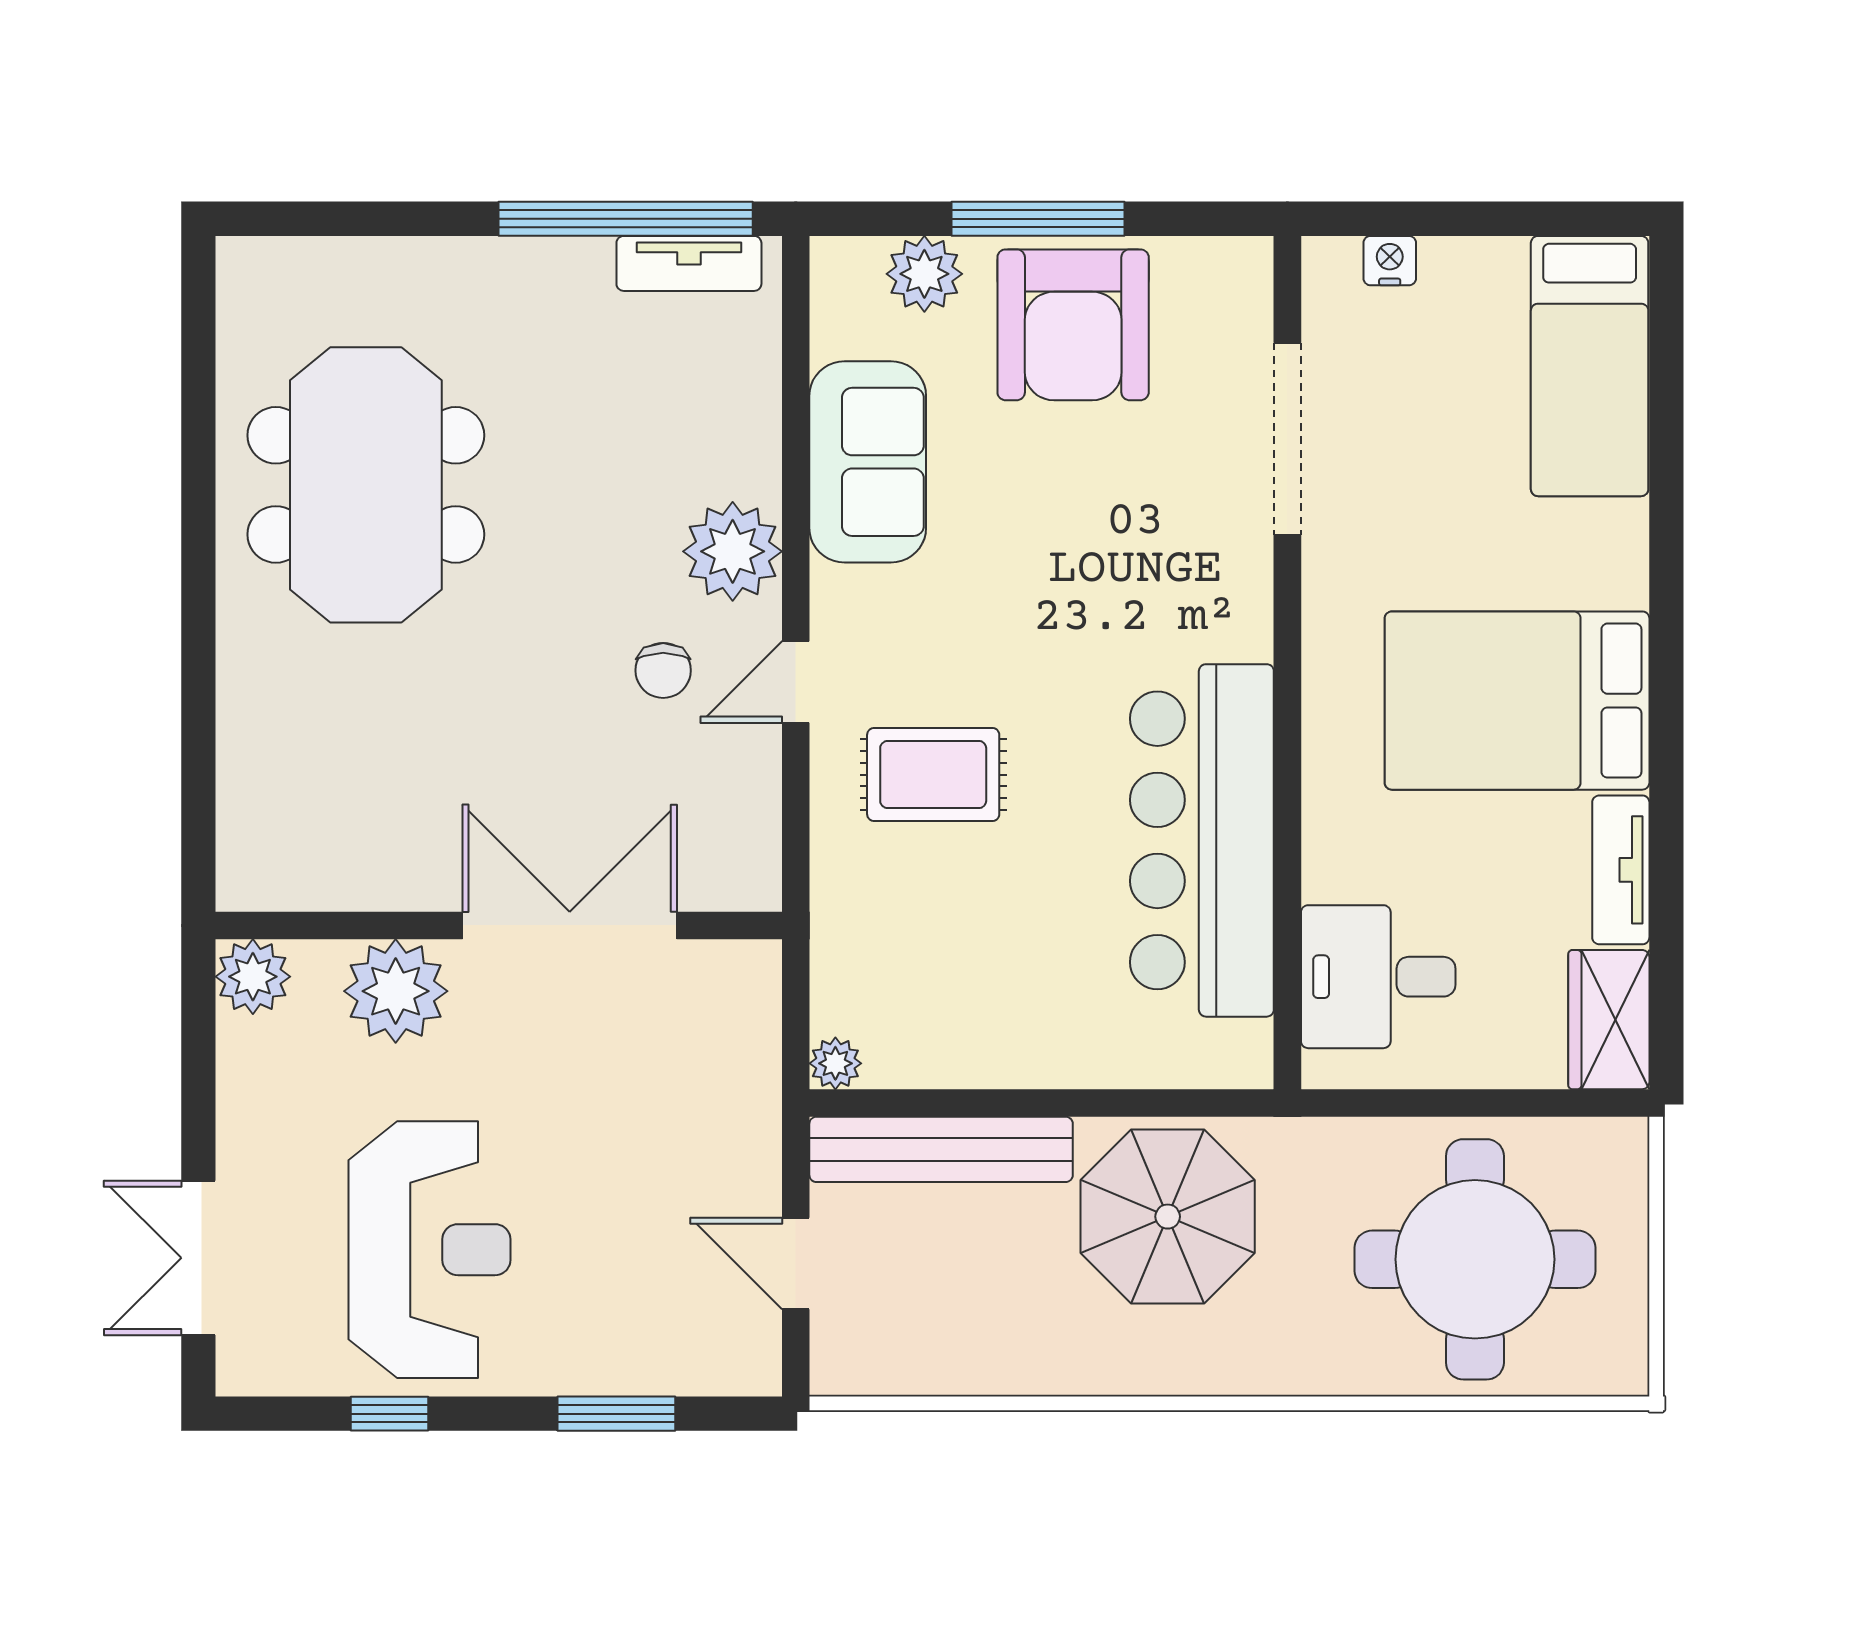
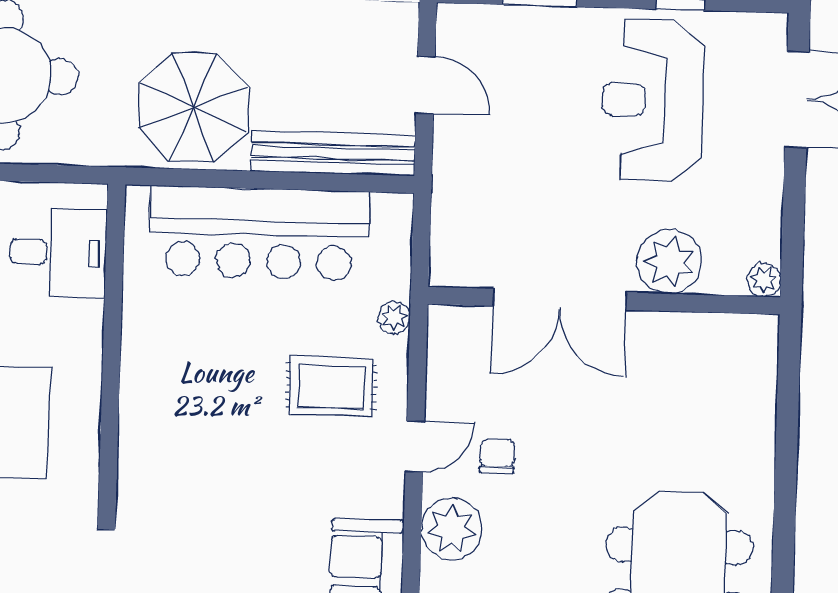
bar counter: (1202, 840) -> (259, 233), moved, turned 90
plant: (253, 977) -> (764, 280), width x0.73, depth x0.73
plant: (835, 1063) -> (394, 317), moved

